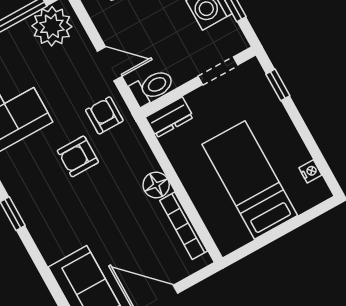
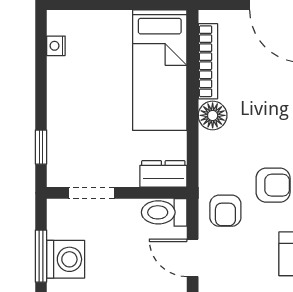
bed: (250, 180) -> (160, 70), moved

